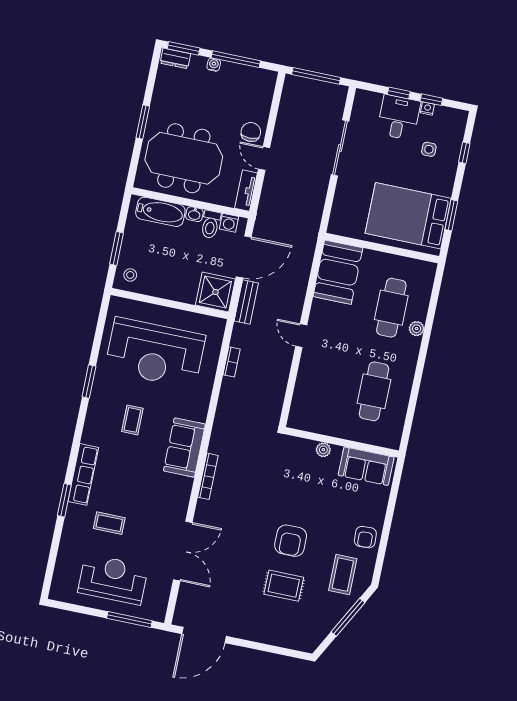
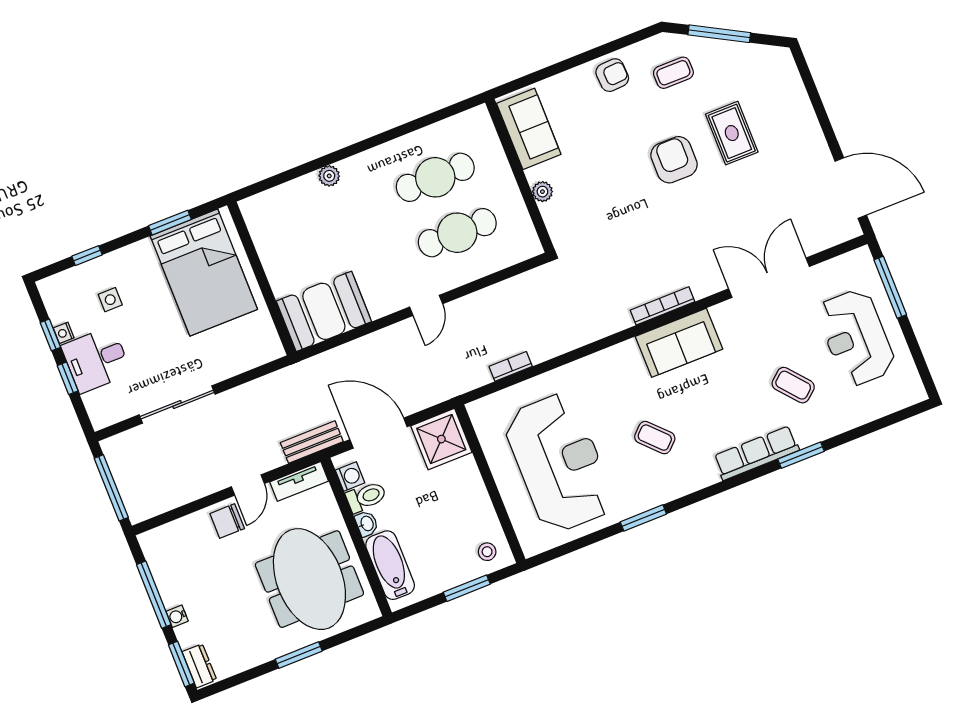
bench: (246, 302) -> (312, 442), moved
cafe table: (391, 308) -> (457, 233), moved
coffee table: (132, 420) -> (655, 438), turned 46
sofa: (184, 448) -> (679, 343), moved
coffee table: (109, 523) -> (793, 385), turned -40
armchair: (291, 541) -> (674, 160), turned -90
coffee table: (343, 575) -> (673, 73), width x0.73, depth x0.77

